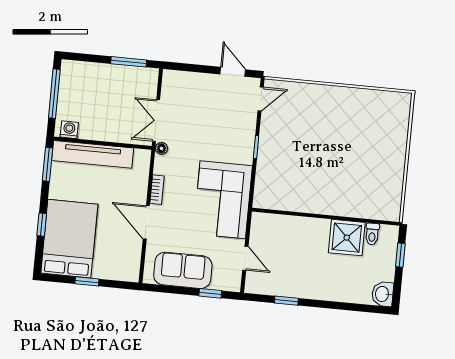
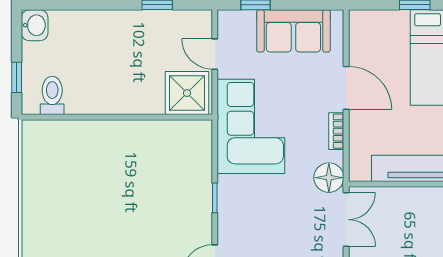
floor lamp: (161, 148) -> (329, 178), width x1.89, depth x1.89
toilet: (372, 234) -> (52, 95), width x1.37, depth x1.39
shower: (347, 238) -> (187, 93), moved

